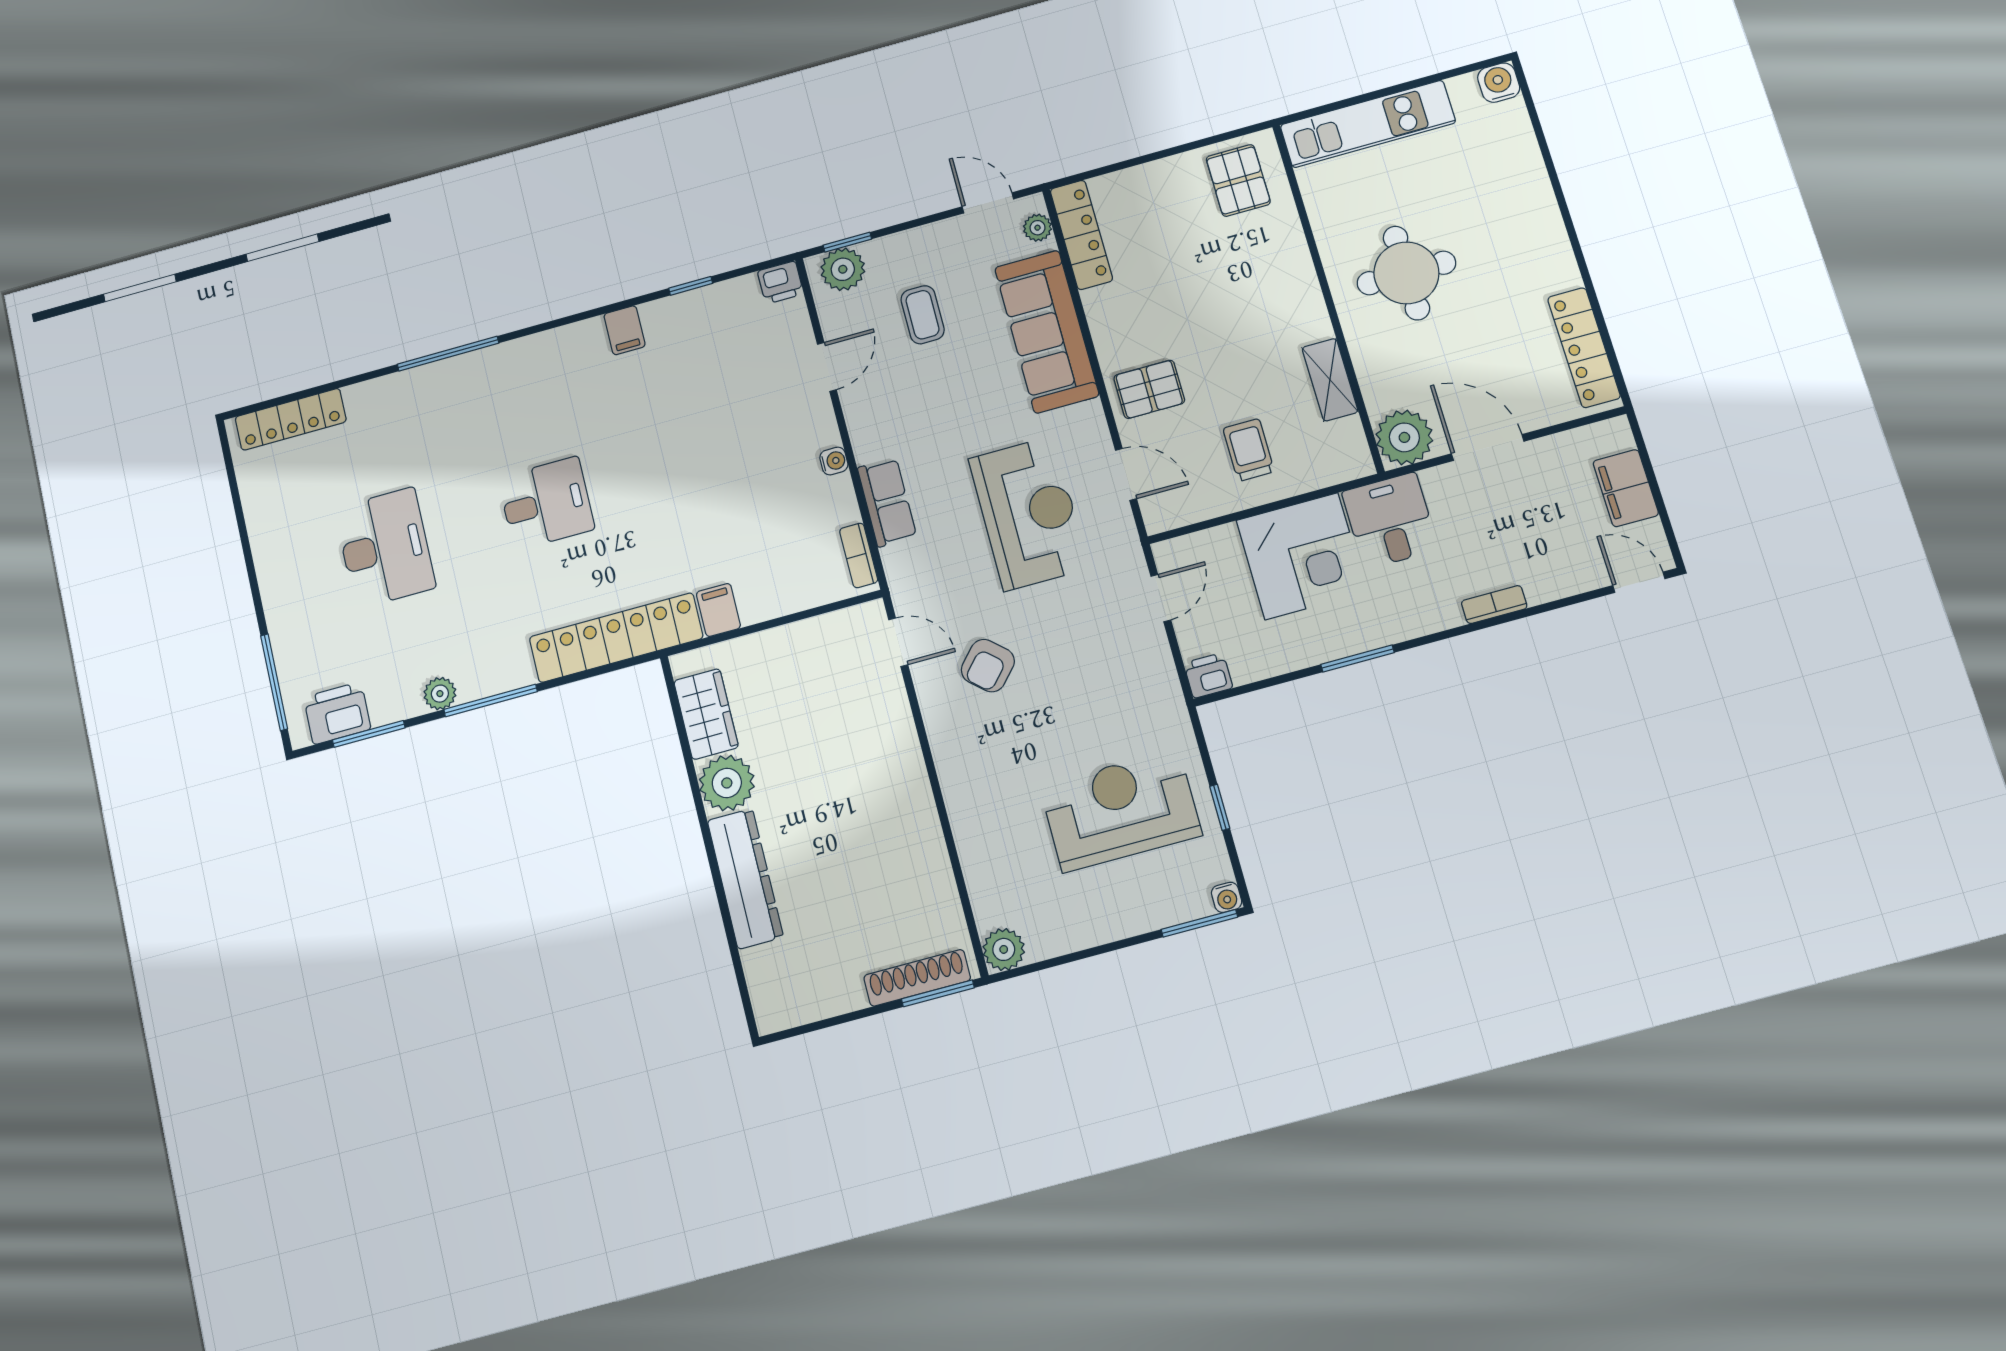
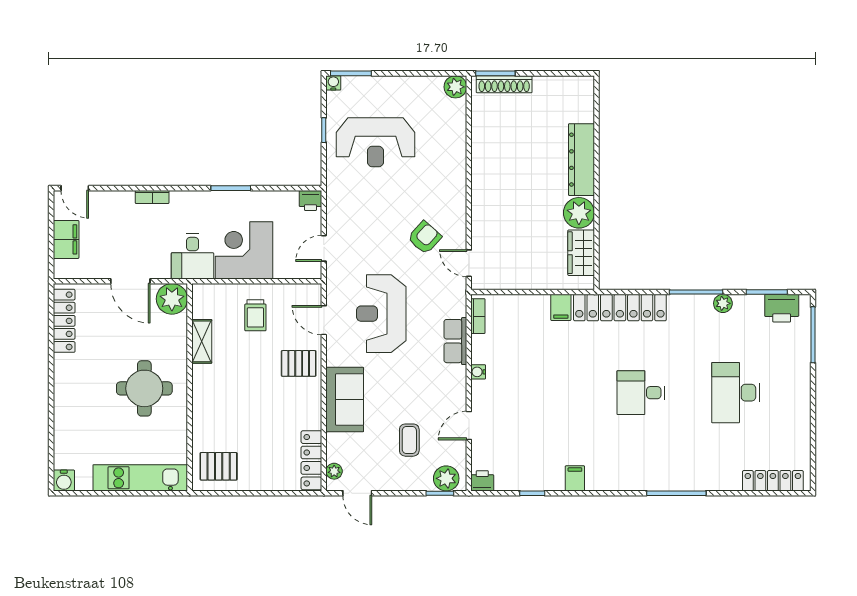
pallet: (1238, 180) -> (219, 466), turned 90
sofa: (1047, 332) -> (345, 400), width x0.73

